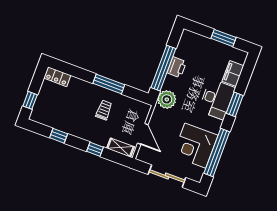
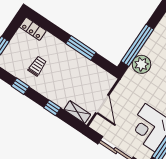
printer: (177, 67) -> (150, 48), removed
plant: (167, 99) -> (141, 64), moved
trolley: (104, 110) -> (37, 66), moved

